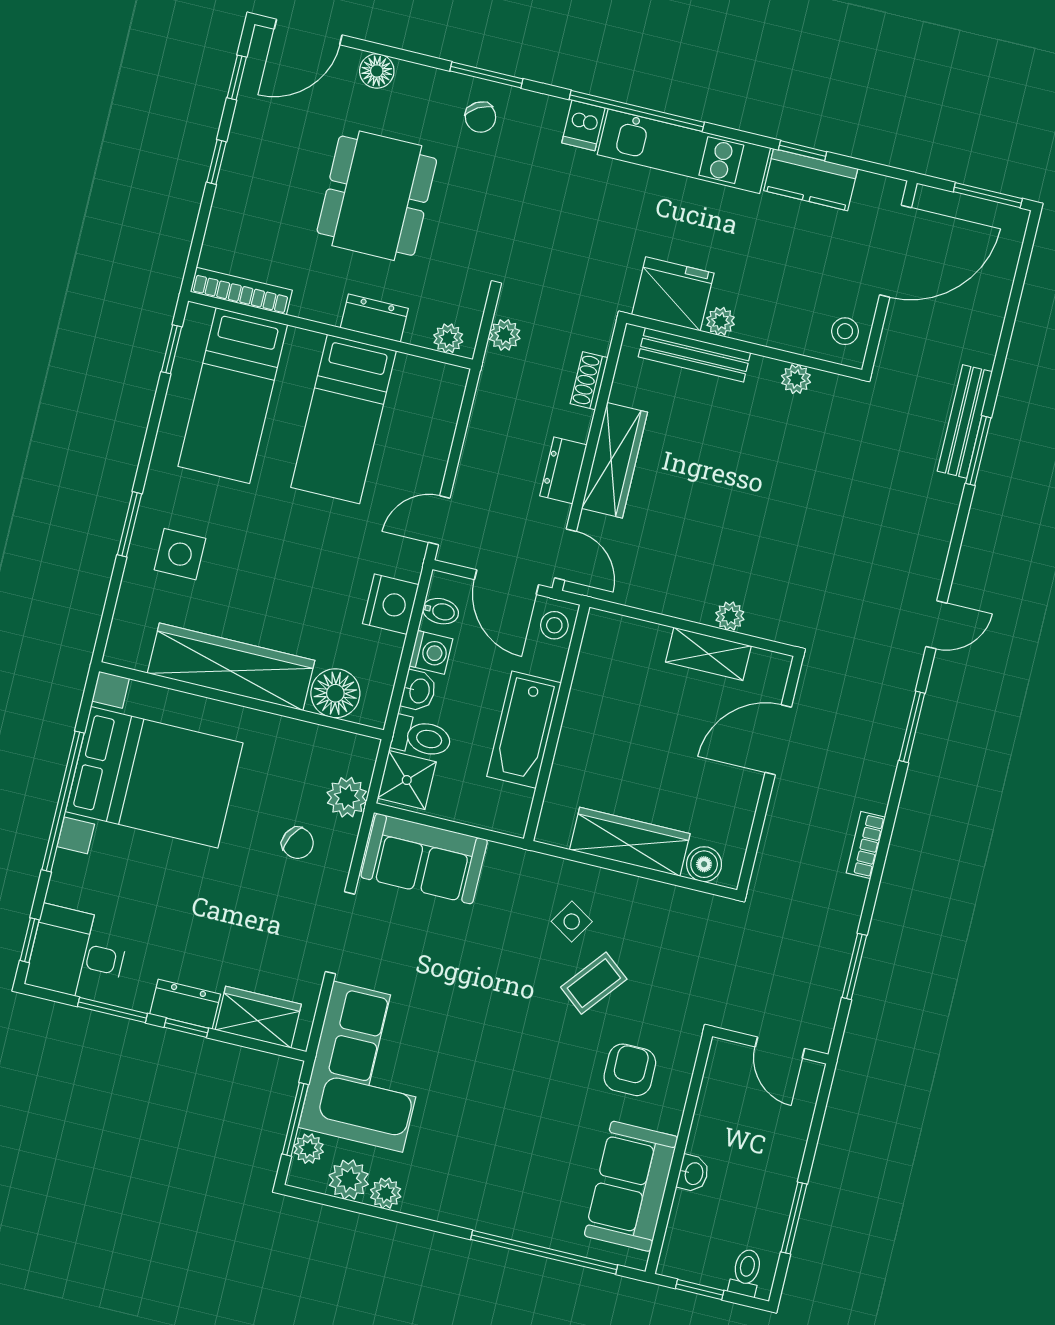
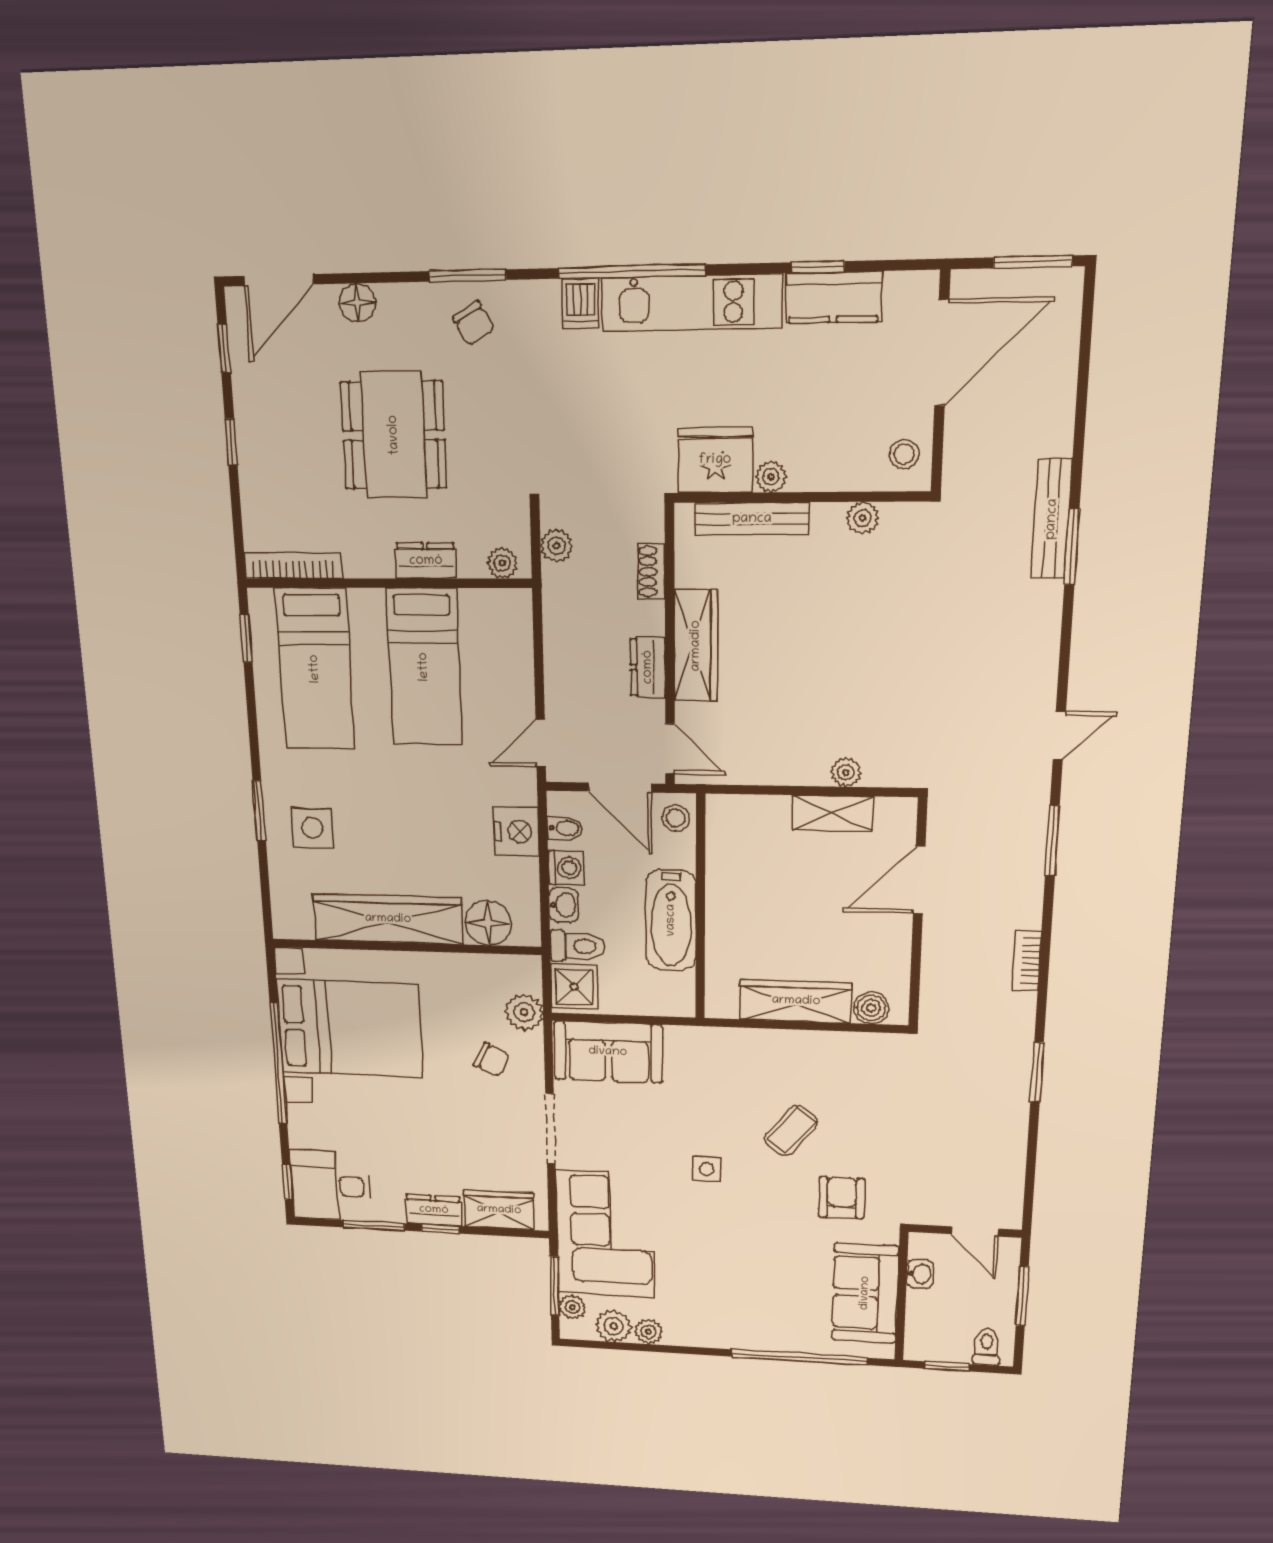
side table: (572, 922) -> (707, 1169), moved, turned -32
wall: (770, 1045) -> (965, 1231), moved
door: (780, 1048) -> (975, 1231), moved

